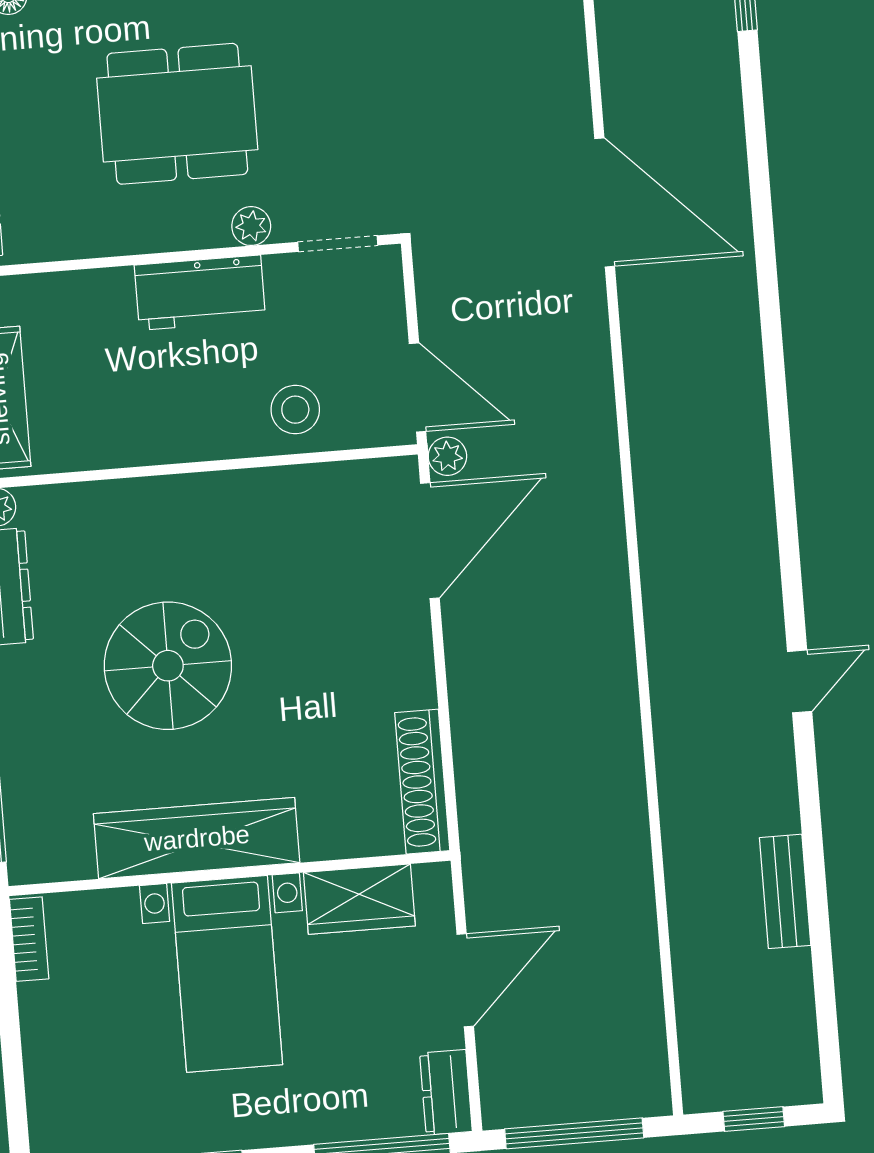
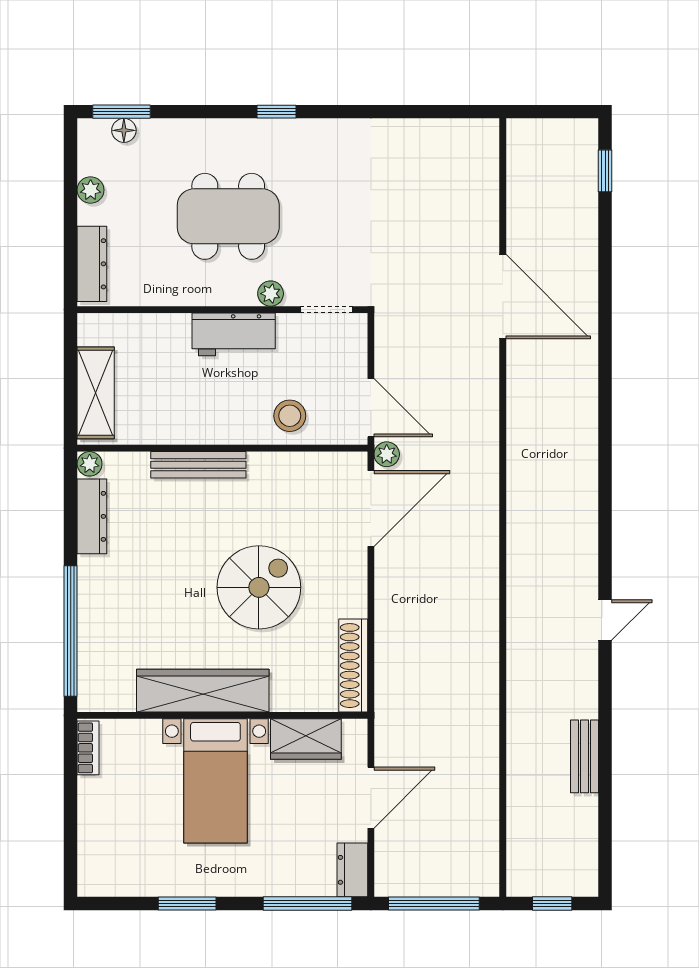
bench: (162, 495) -> (198, 465), added
spiral stairs: (168, 666) -> (259, 587), moved

